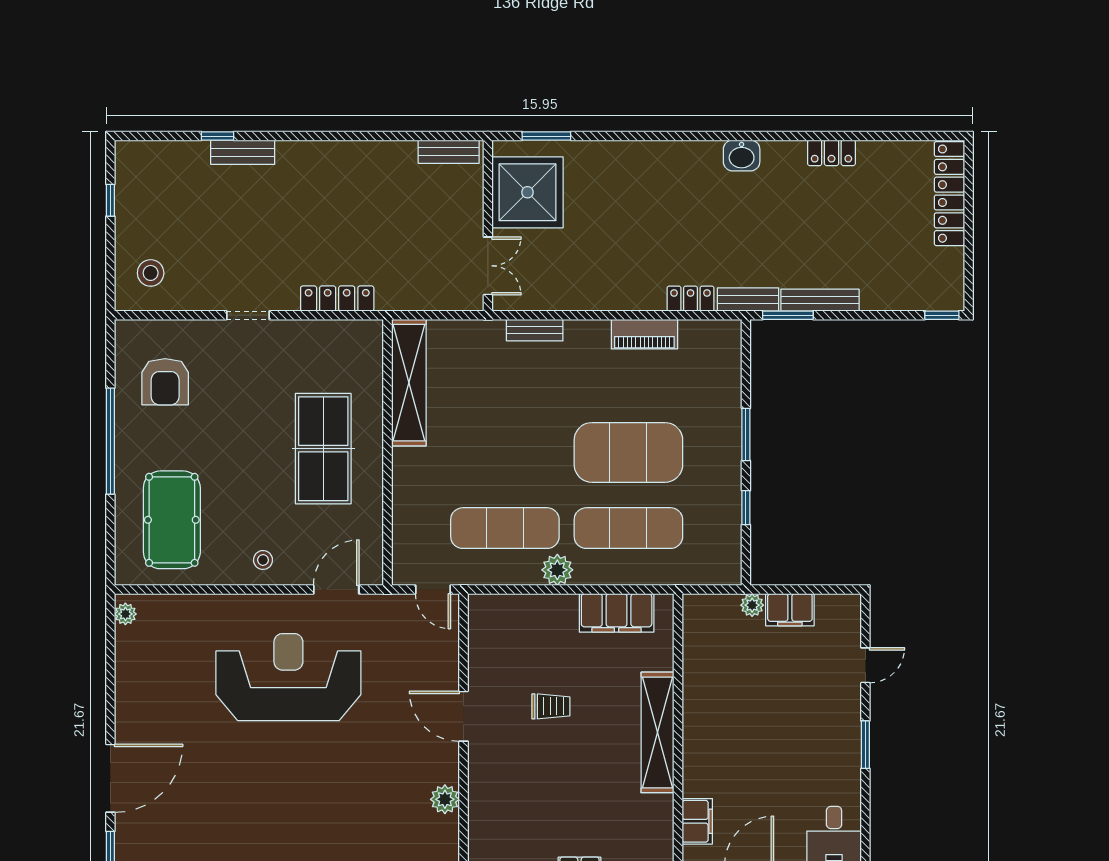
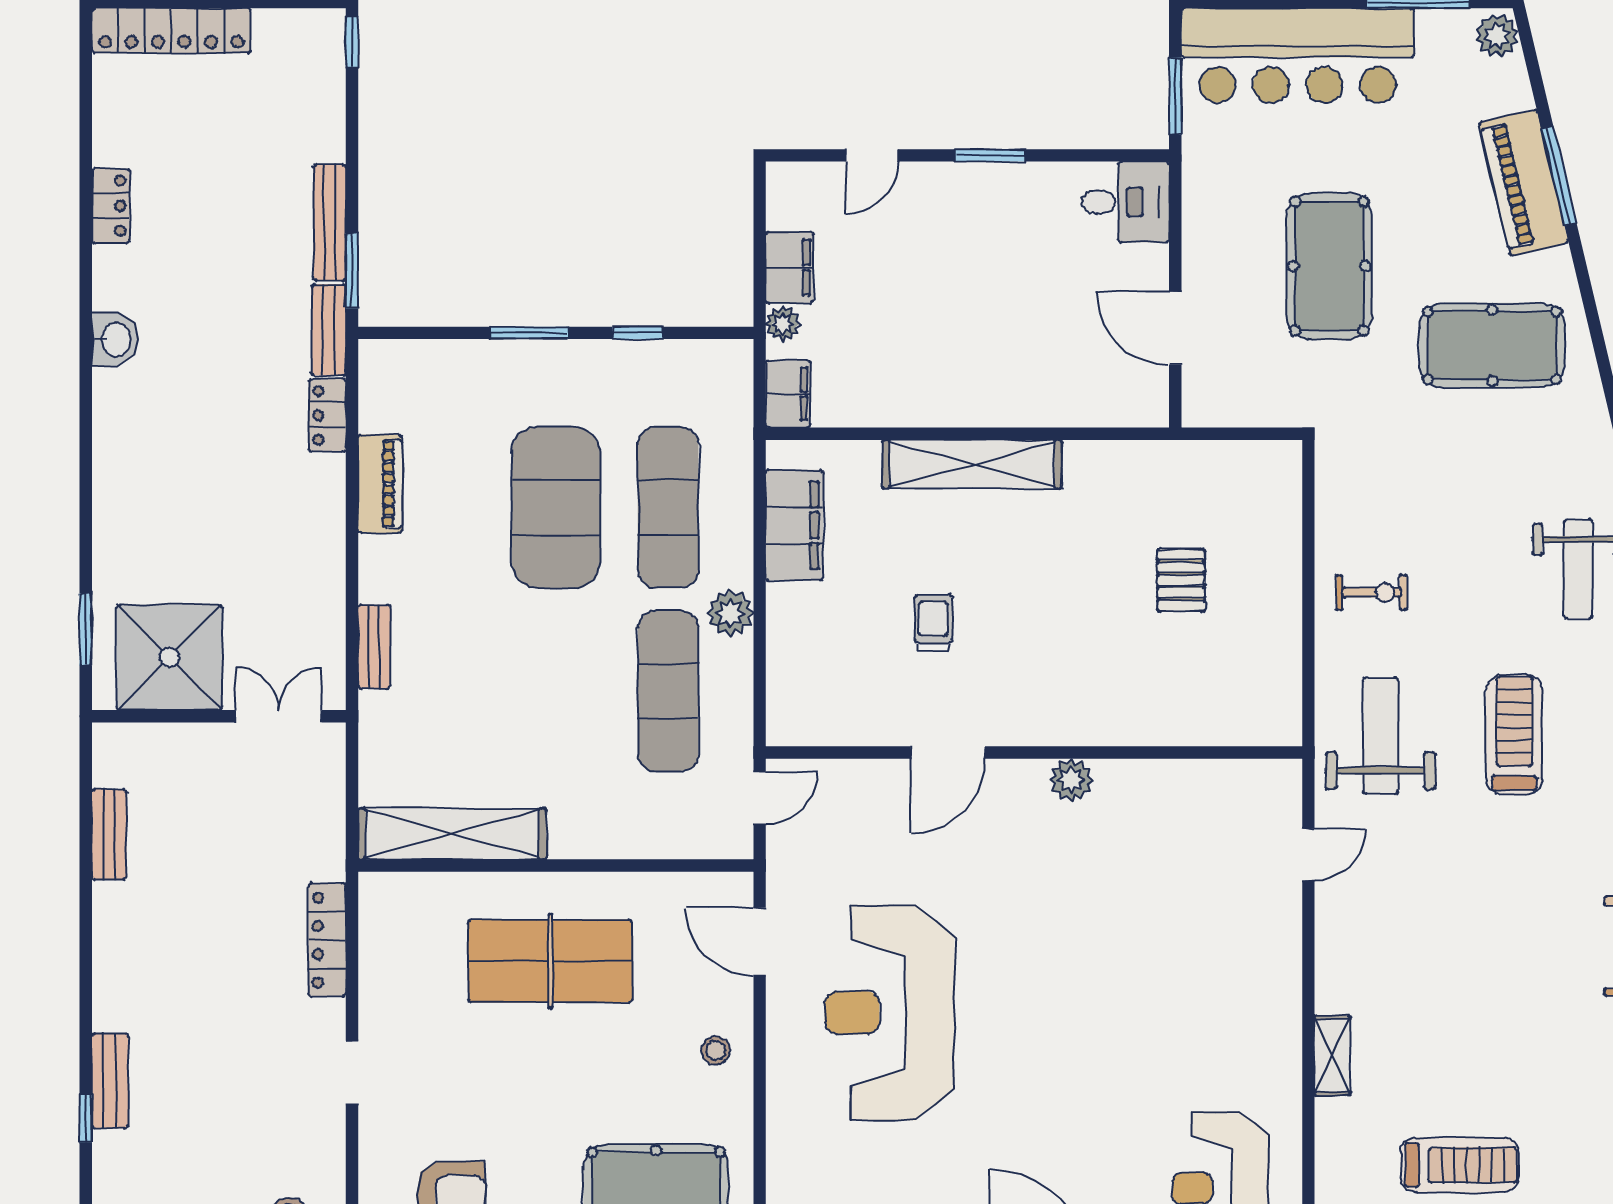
bench: (449, 152) -> (109, 834), moved
door: (865, 665) -> (872, 155), swing flipped
filing cabinet: (697, 821) -> (788, 394), moved, turned 90

